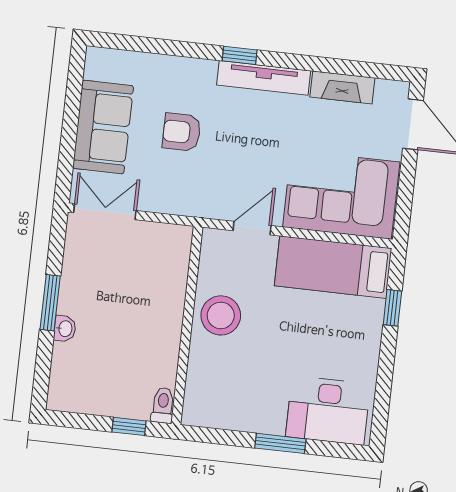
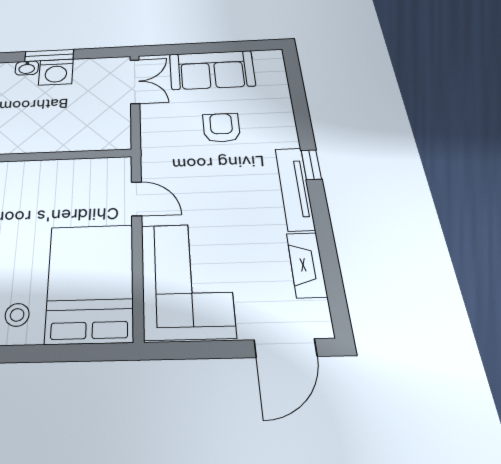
bed: (333, 267) -> (90, 282), width x1.50
washing machine: (77, 296) -> (56, 72), added
window: (392, 308) -> (63, 353), removed
stool: (221, 315) -> (17, 315), moved, width x0.53, depth x0.53

